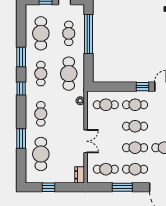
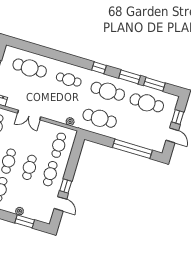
cafe table: (69, 33) -> (139, 130), removed
cafe table: (41, 74) -> (108, 91), width x1.37, depth x1.35
window: (21, 139) -> (154, 84), moved

